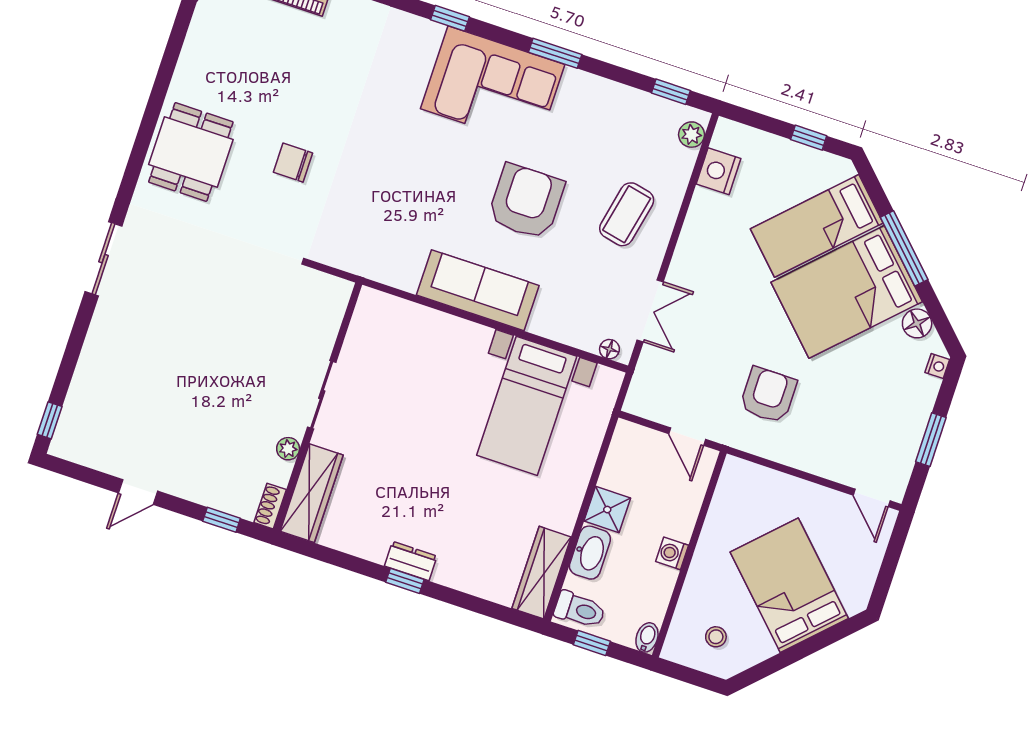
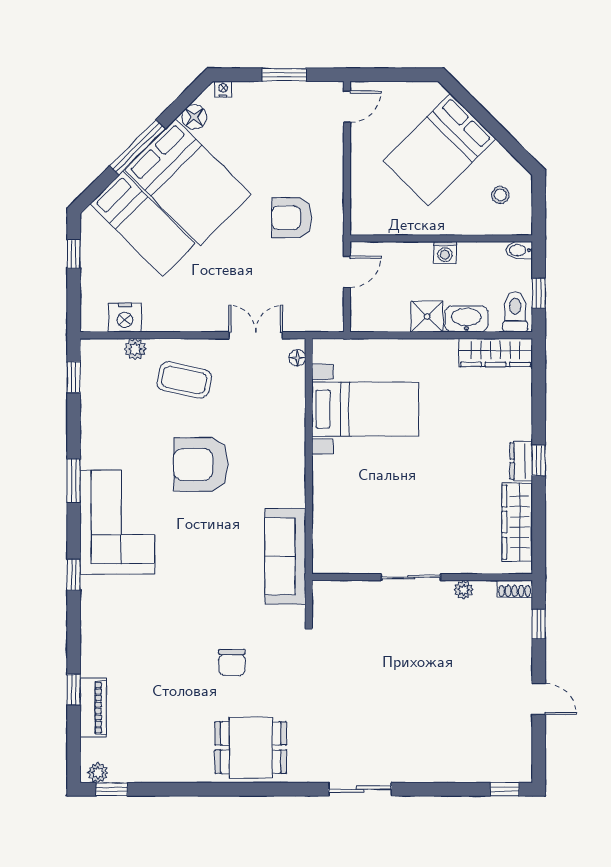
plant: (691, 135) -> (135, 349), moved
sofa: (478, 290) -> (285, 556), moved
wardrobe: (312, 493) -> (517, 522), moved, turned -90

